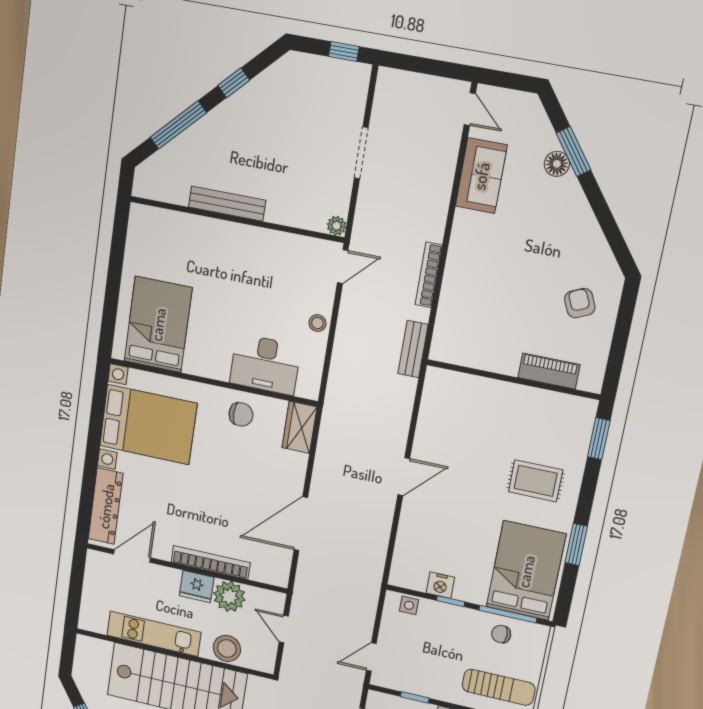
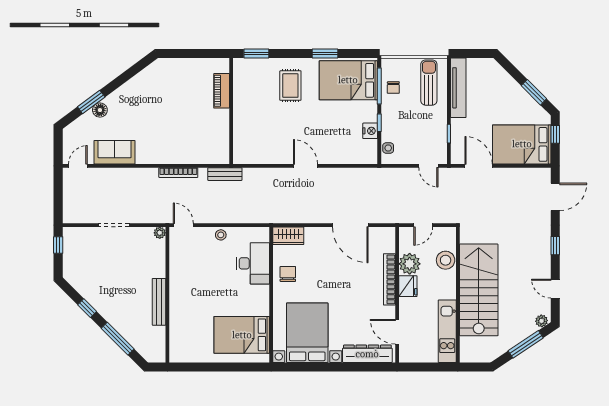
armchair: (580, 303) -> (178, 81), removed
kitchen unit: (154, 634) -> (447, 331), moved

